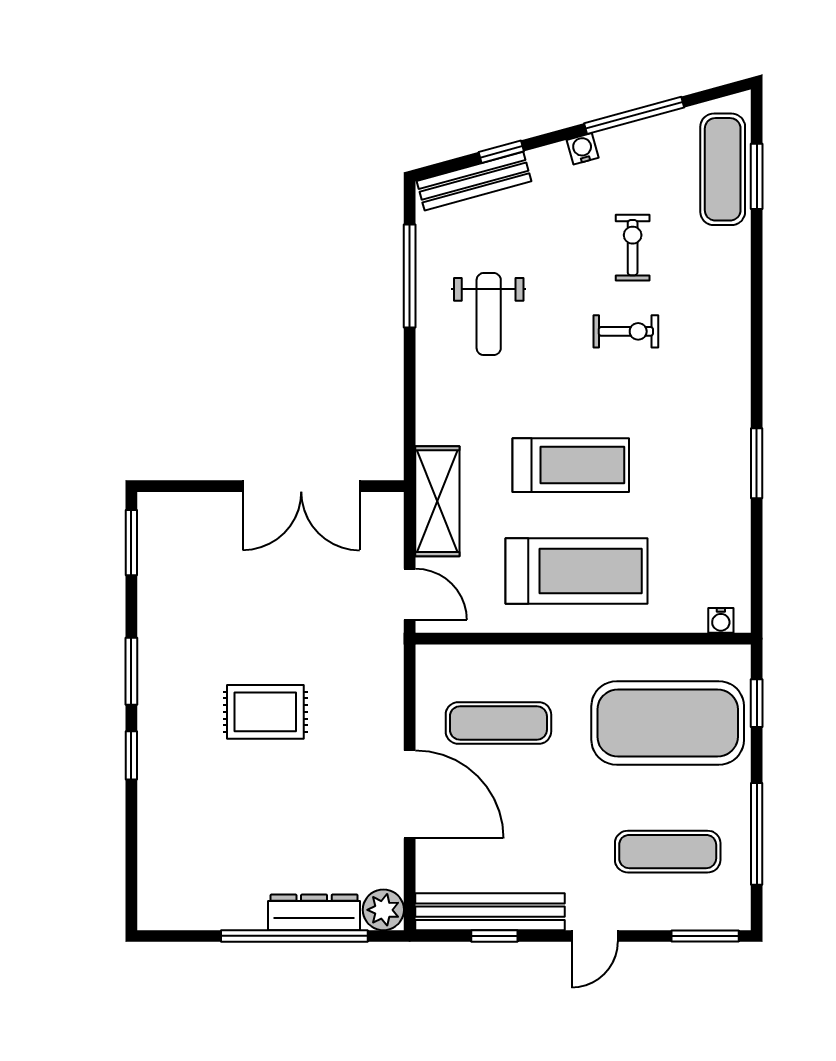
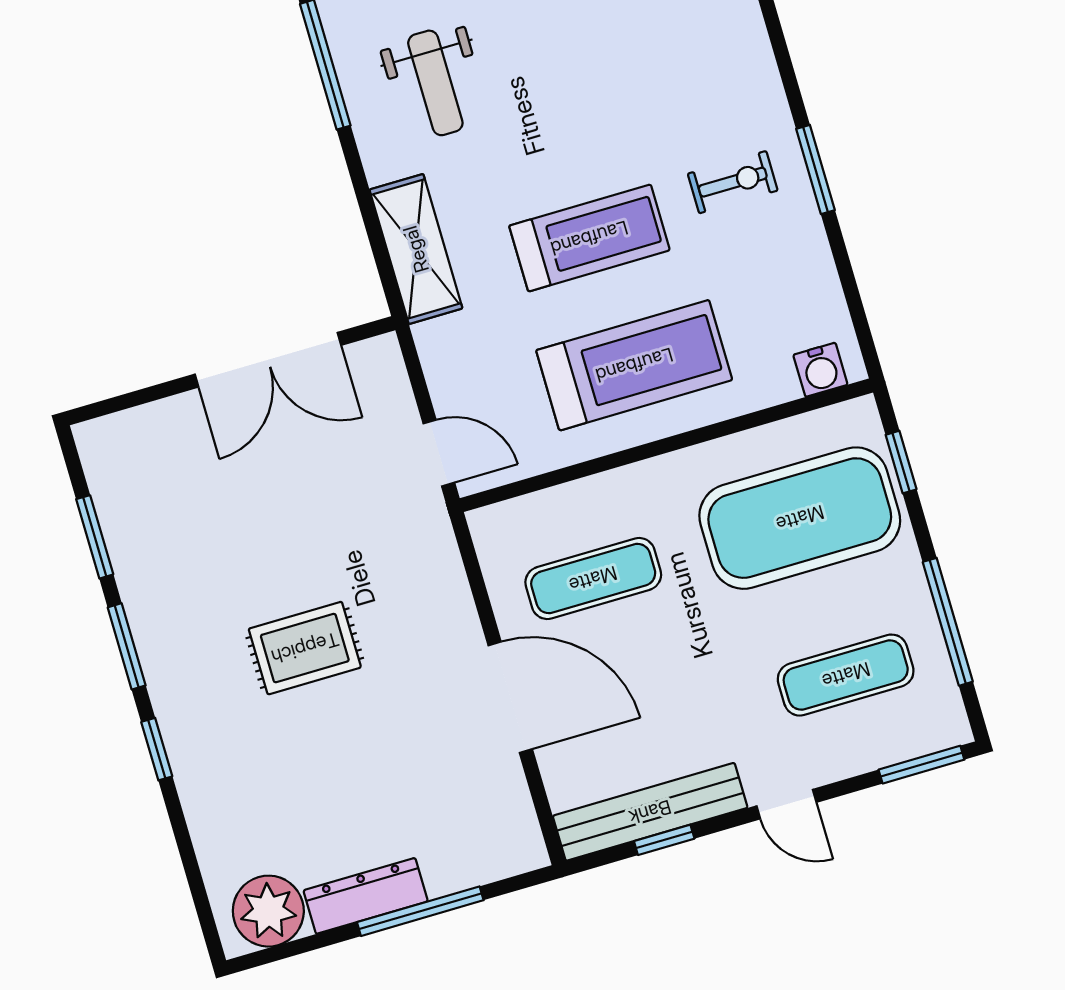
exercise bike: (626, 331) -> (733, 182), moved
shelving: (437, 501) -> (416, 249), moved
window: (131, 543) -> (95, 537), moved
water cooler: (721, 620) -> (820, 370), width x1.38, depth x1.38
plant: (383, 910) -> (268, 911), moved, width x1.36, depth x1.36
dresser: (314, 912) -> (366, 896), moved
window: (294, 936) -> (420, 911), width x0.68
door: (595, 936) -> (787, 804), hinge flipped

